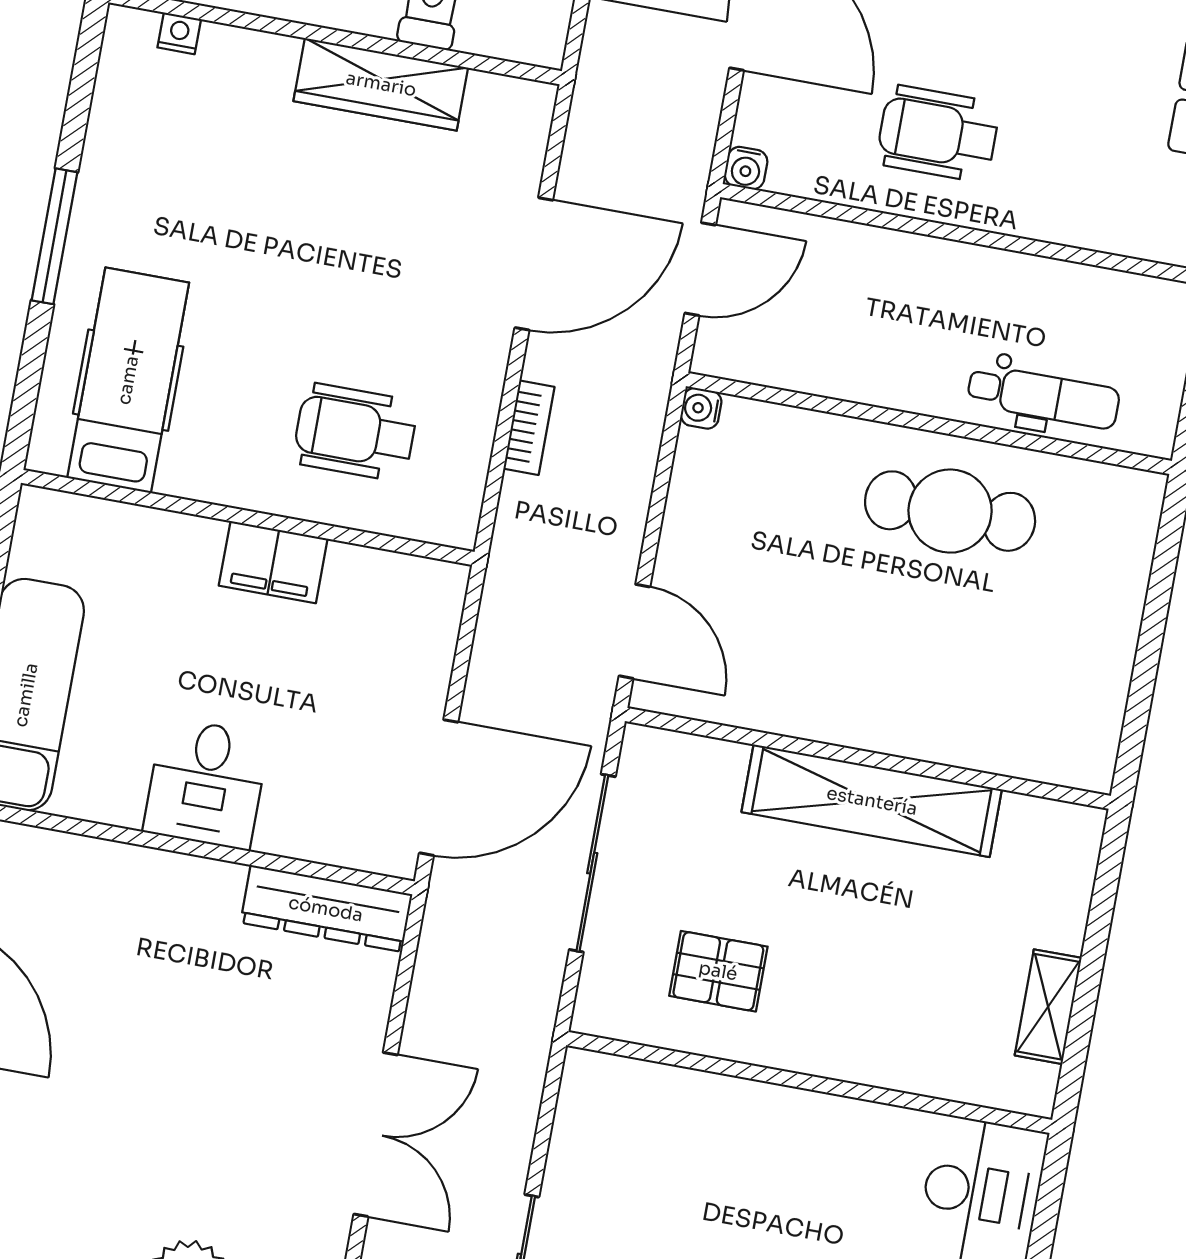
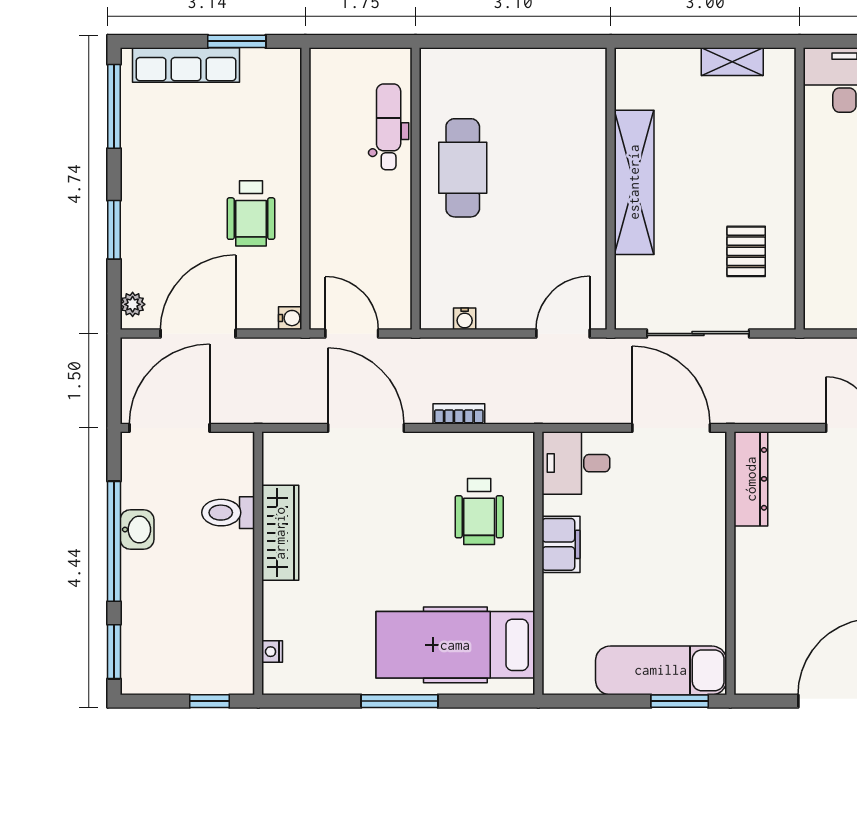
hospital bed: (128, 380) -> (455, 645), width x1.37, depth x1.29
water cooler: (701, 408) -> (465, 319), moved
desk: (206, 784) -> (576, 463), moved, turned 180

